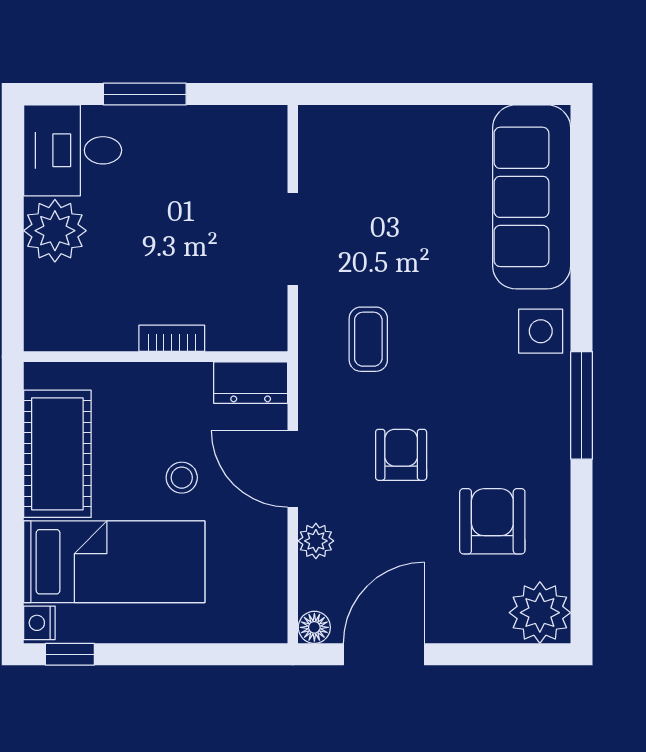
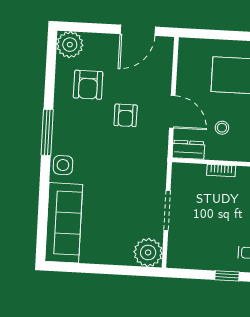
window: (145, 94) -> (227, 276), width x0.67
coffee table: (368, 339) -> (137, 166), removed
stool: (182, 478) -> (222, 128), moved
plant: (316, 541) -> (148, 252), moved, width x1.87, depth x1.87
floor lamp: (314, 627) -> (167, 43), removed

